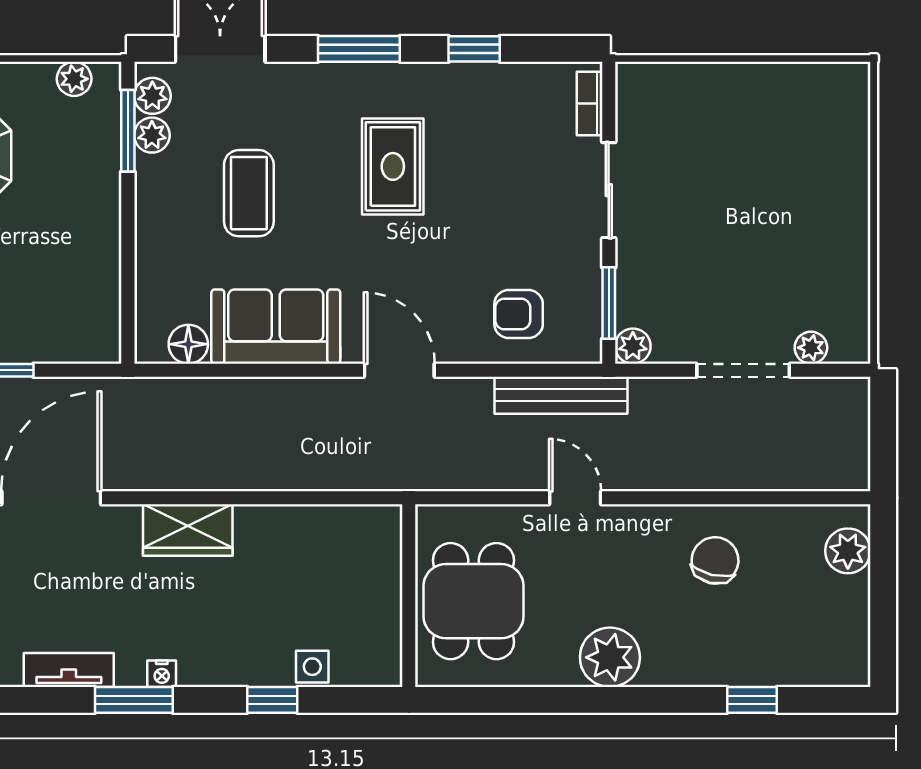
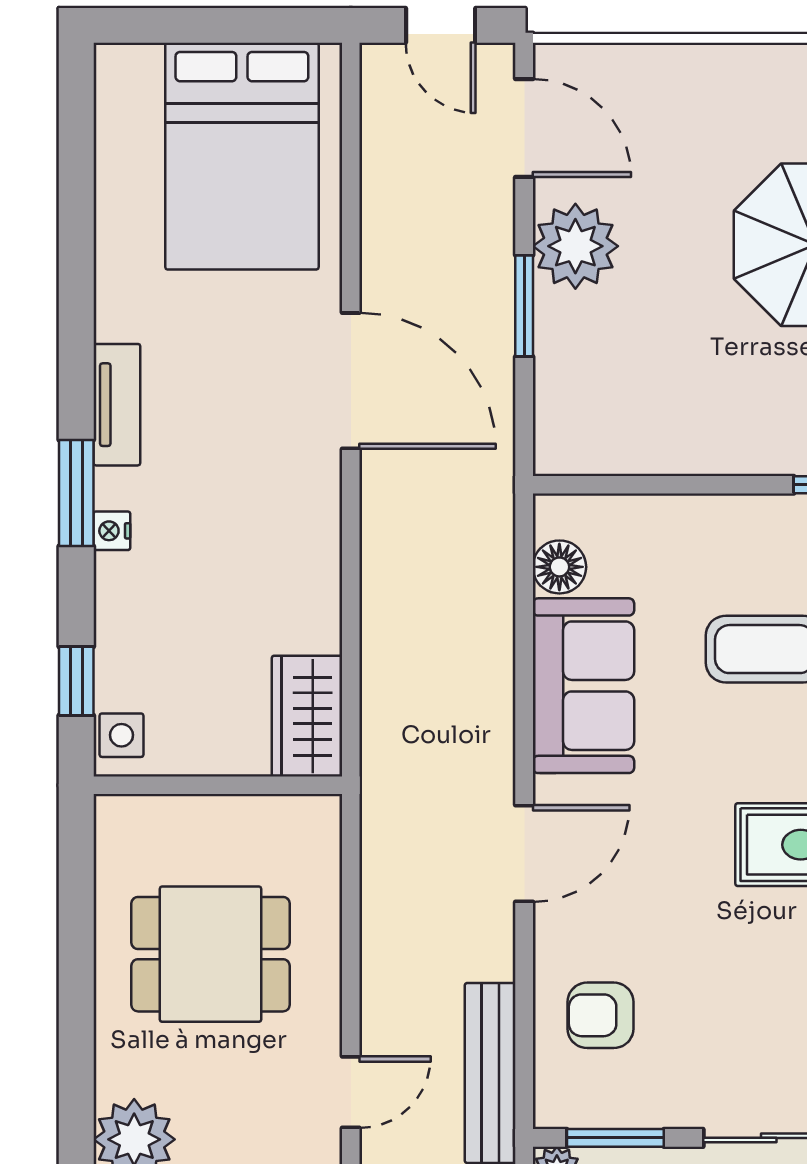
armchair: (519, 314) -> (600, 1015), turned -90
wardrobe: (188, 530) -> (307, 716), moved
wall: (409, 596) -> (218, 785), moved

